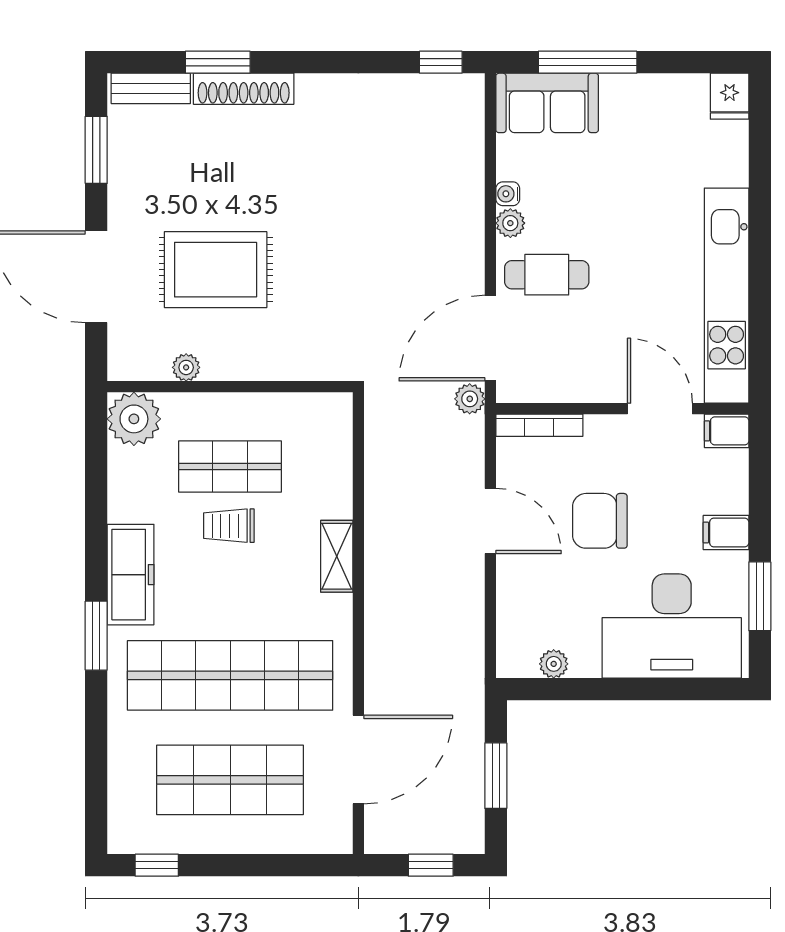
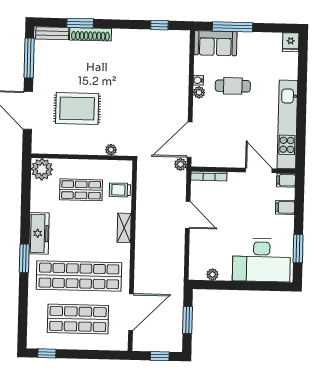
window: (441, 62) -> (159, 25), moved
window: (96, 150) -> (29, 58), width x1.44
cafe table: (547, 275) -> (233, 86), moved
plant: (186, 367) -> (111, 150), moved
chair: (600, 521) -> (233, 216), removed
trolley: (229, 526) -> (120, 190), moved
filing cabinet: (726, 532) -> (285, 207), moved

